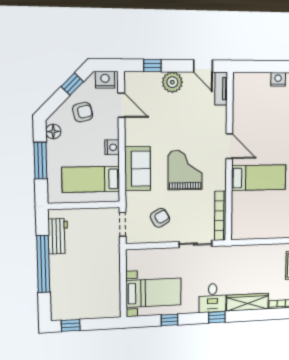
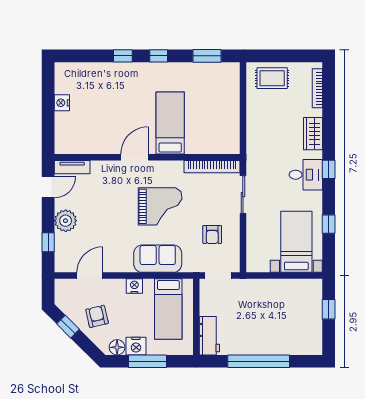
nightstand: (105, 80) -> (136, 346), moved, turned -90
grand piano: (185, 170) -> (160, 206), turned 180
armchair: (160, 218) -> (212, 234), turned -150
workbench: (58, 236) -> (209, 336), moved, turned 90
wardrobe: (248, 302) -> (313, 134), width x0.67
window: (71, 325) -> (329, 309), moved

